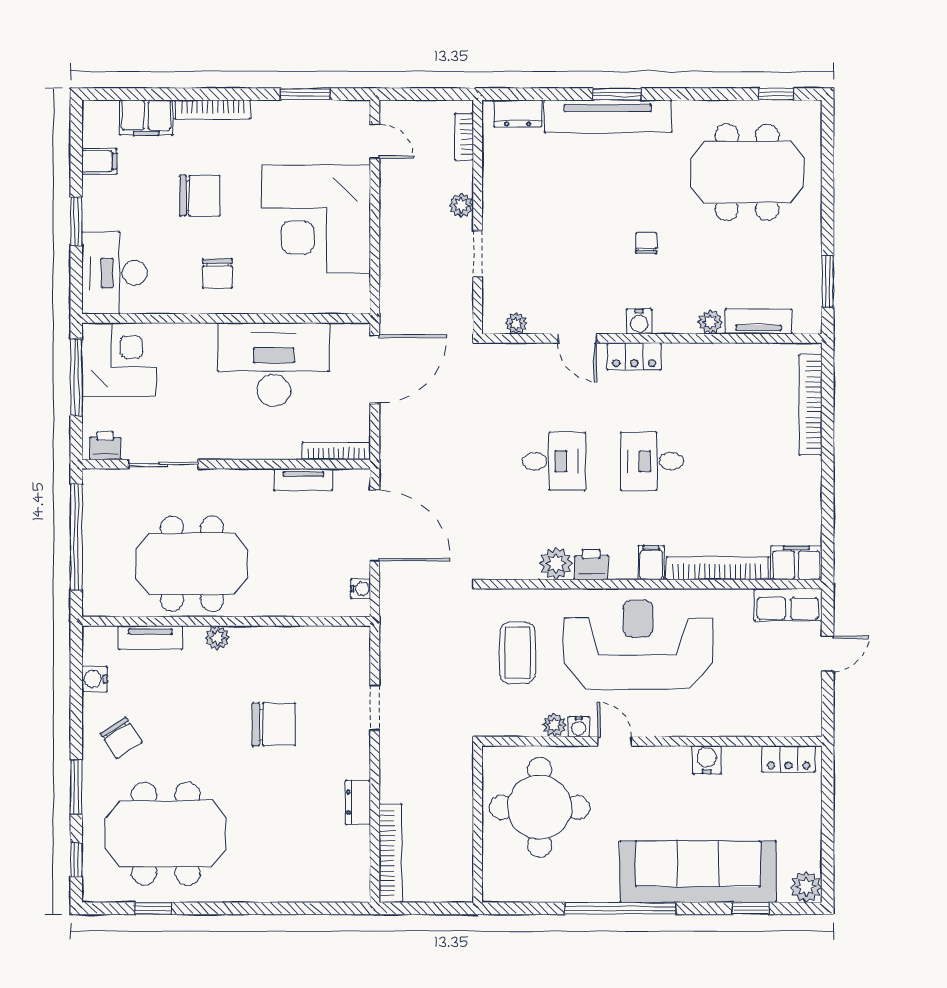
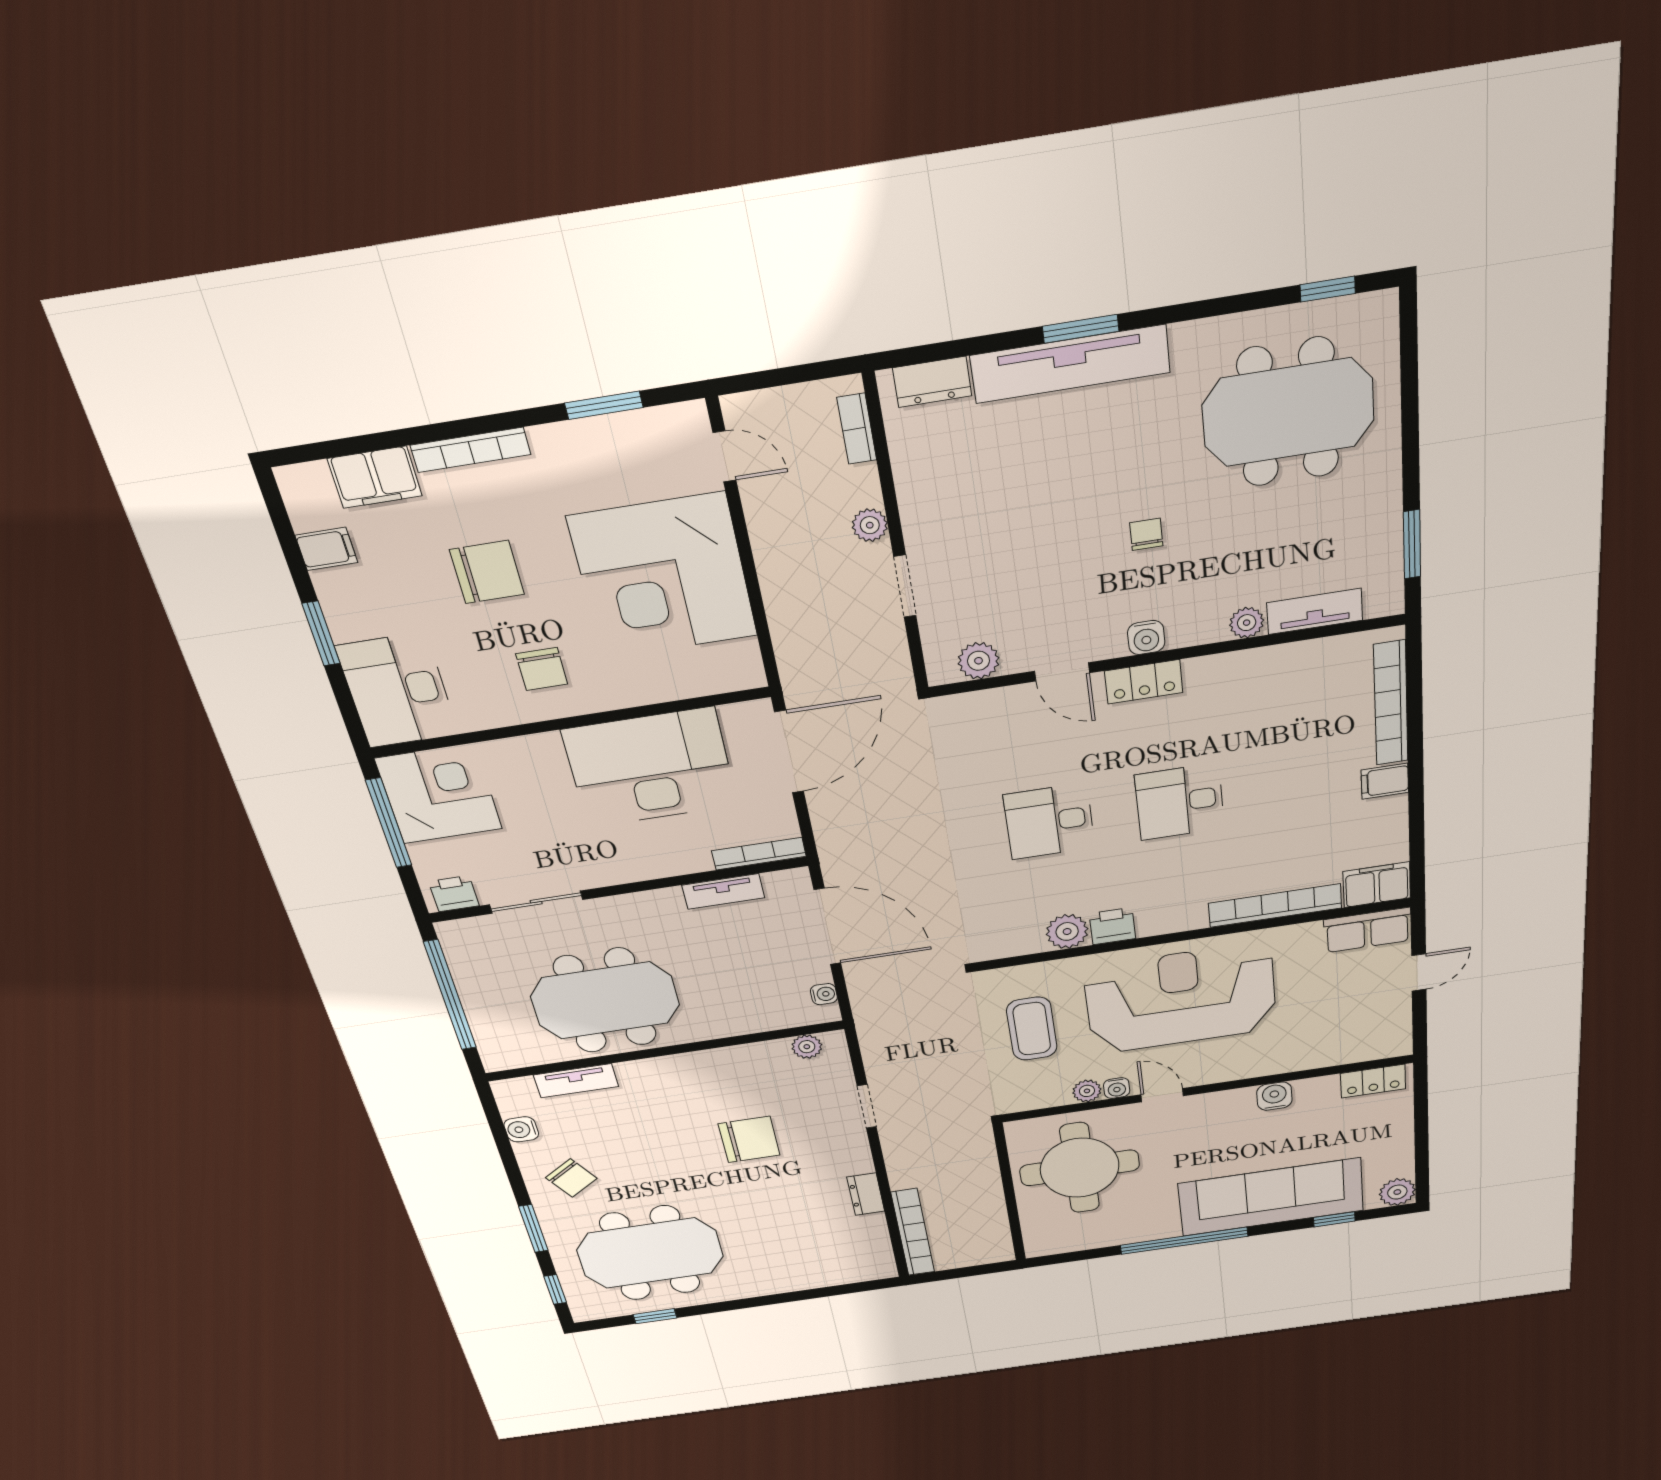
plant: (516, 323) -> (979, 661), width x1.38, depth x1.38
desk: (554, 461) -> (1049, 821), turned 180
filing cabinet: (651, 563) -> (1385, 781), moved, turned -90
plant: (217, 638) -> (807, 1047), moved

